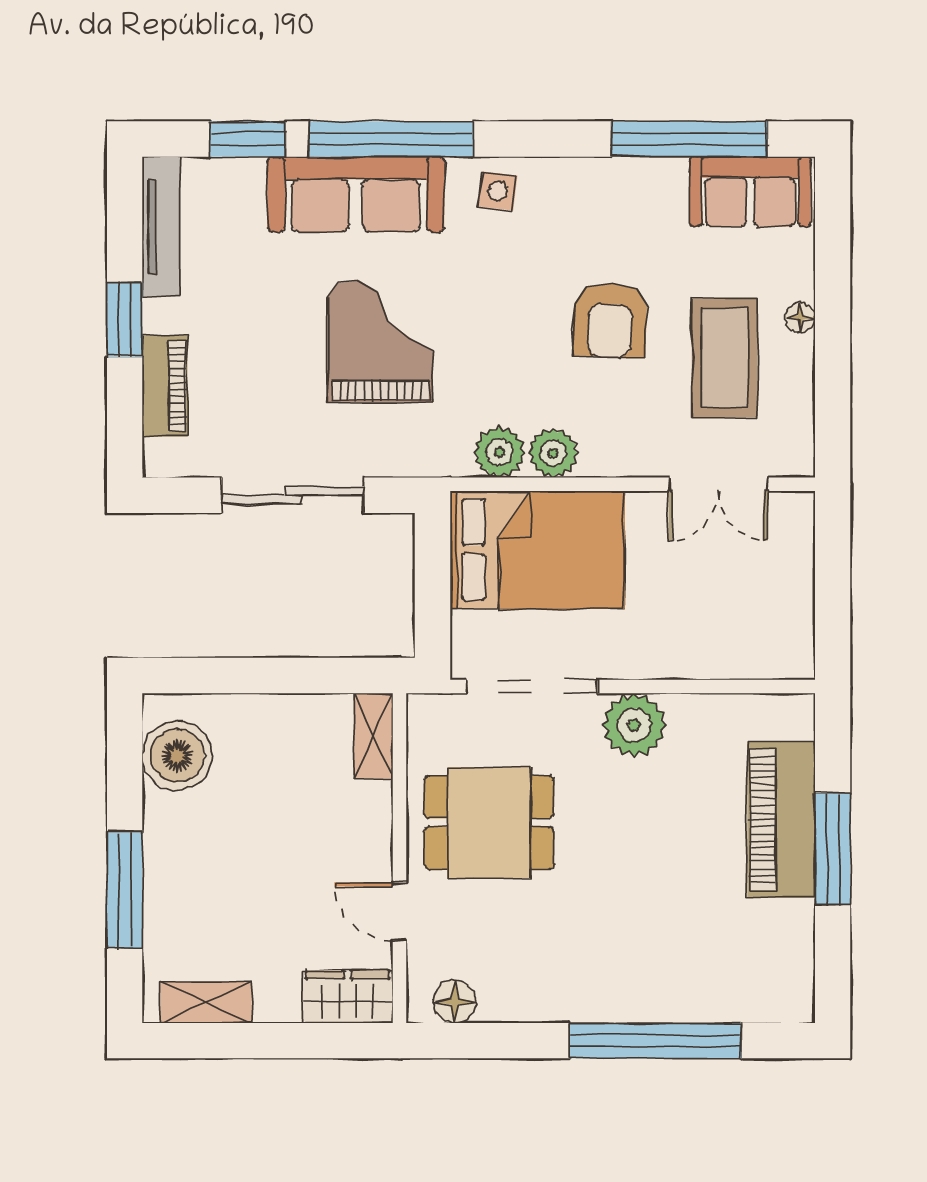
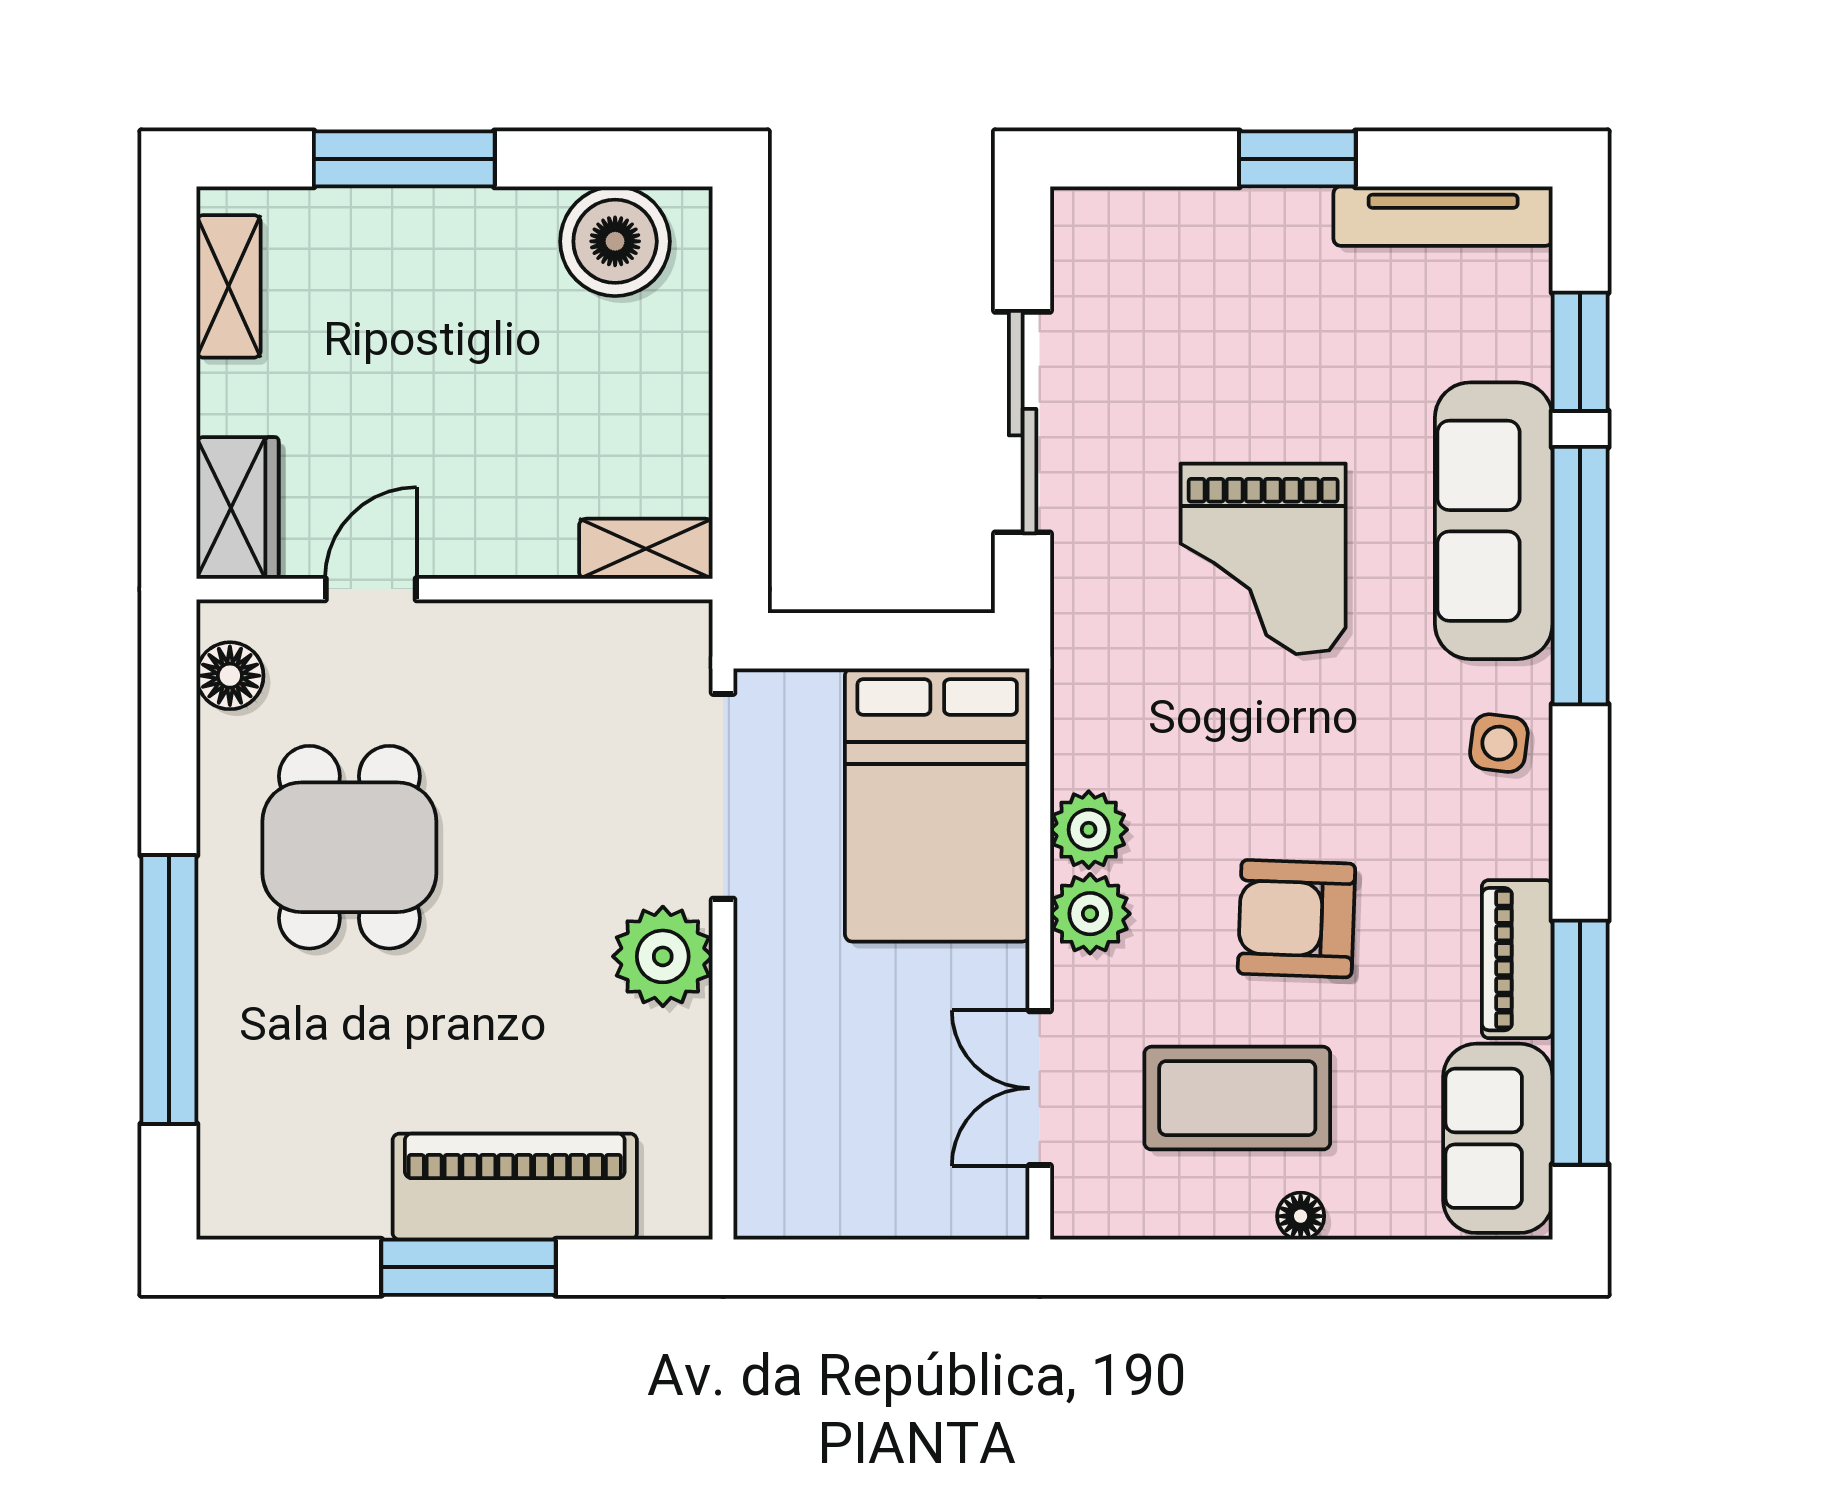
grand piano: (380, 342) -> (1263, 559), turned 90
piano: (165, 386) -> (1517, 959), moved, turned 90
plant: (499, 452) -> (1090, 914), moved
dining table: (489, 823) -> (349, 847), moved

